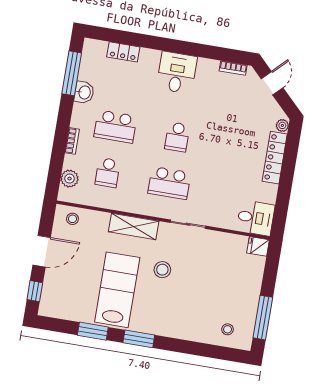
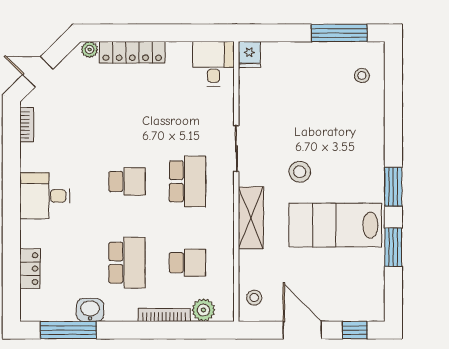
bookcase: (72, 141) -> (164, 315), width x1.56

